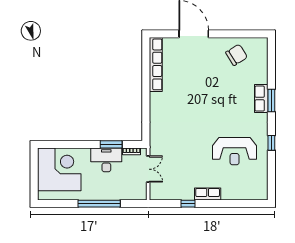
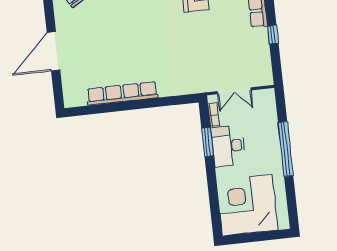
row of seats: (156, 64) -> (122, 93), moved
double door: (148, 169) -> (234, 91), swing flipped

